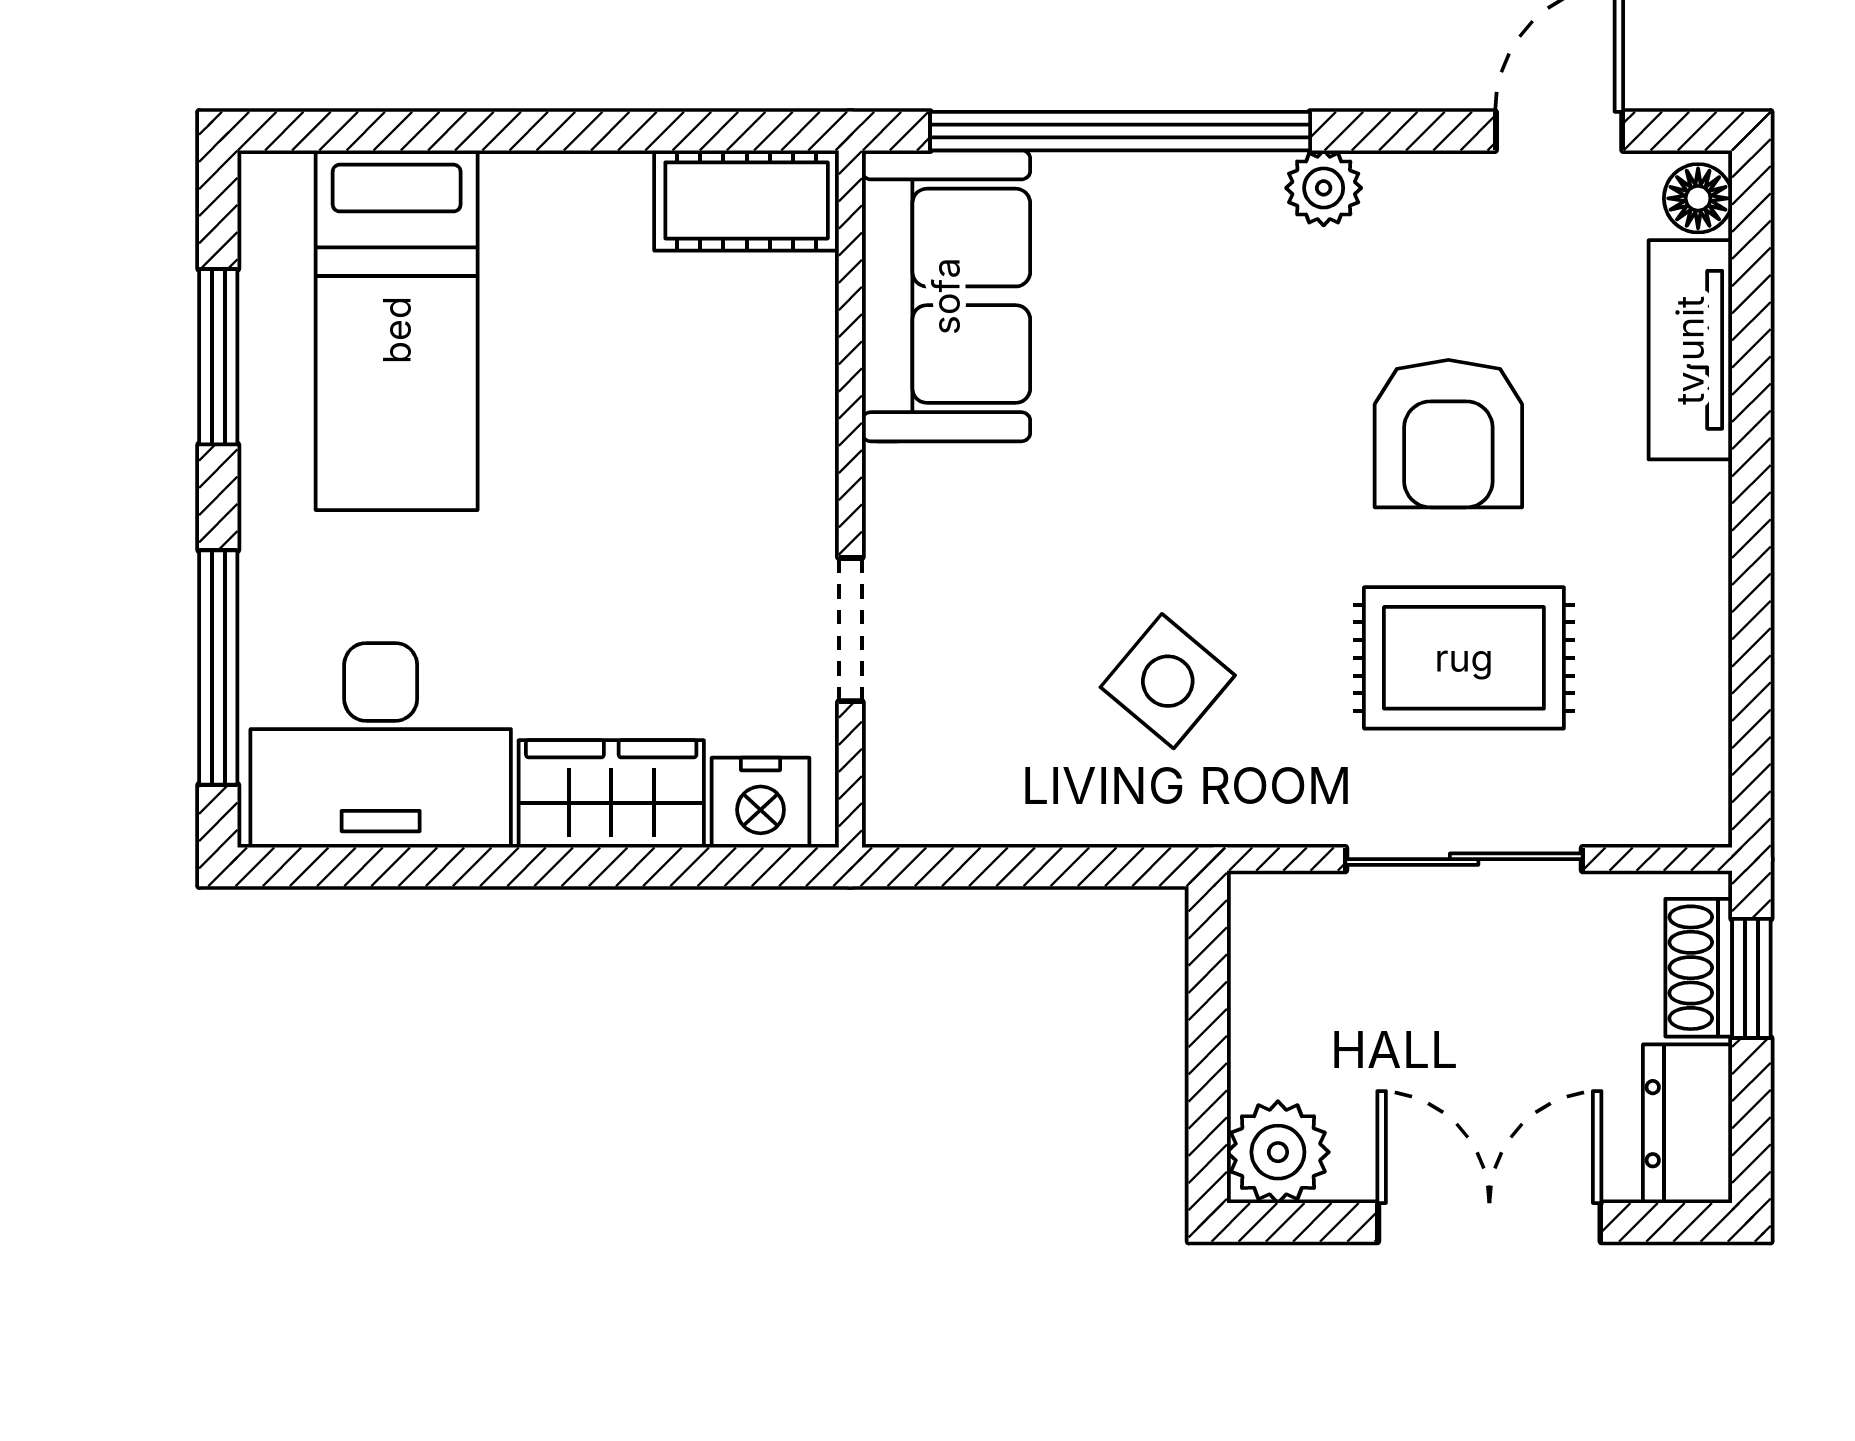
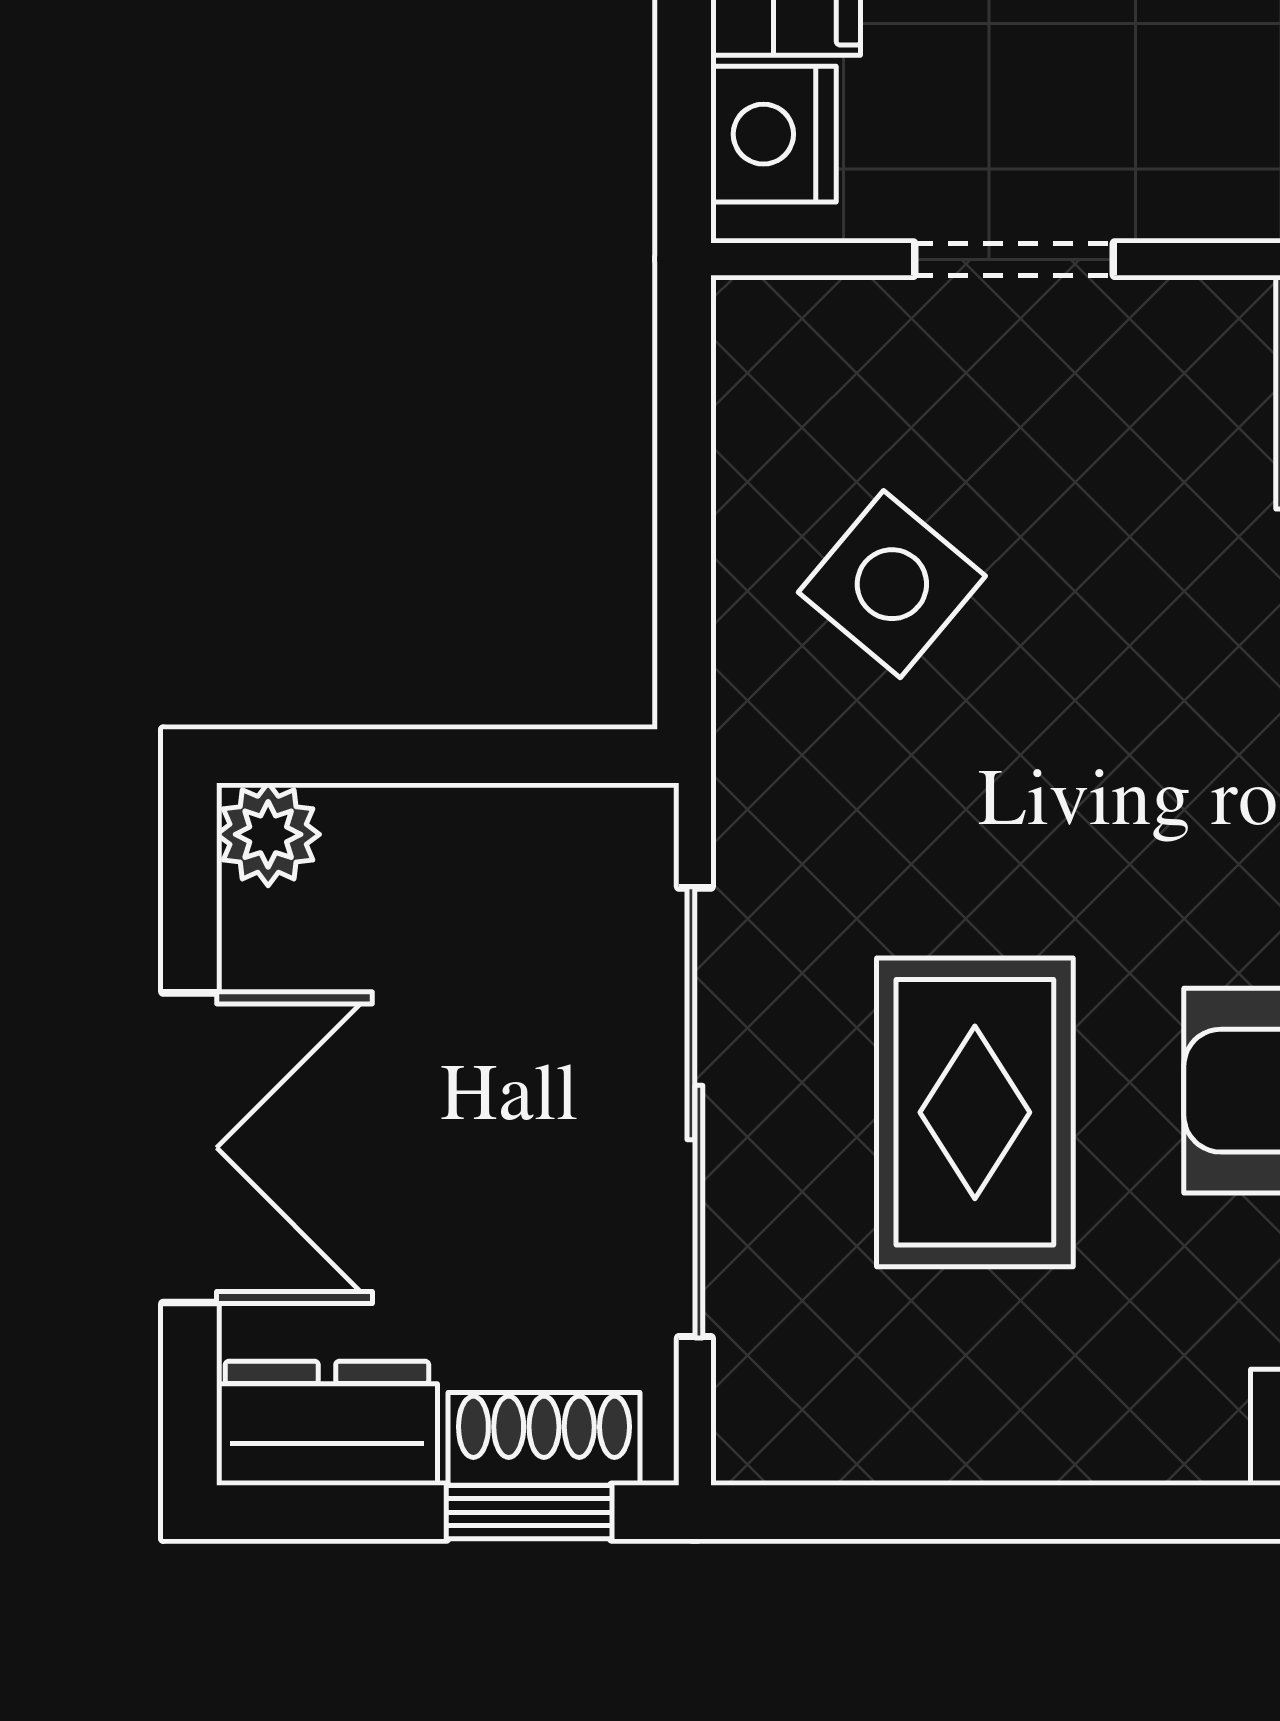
side table: (1168, 681) -> (892, 584), moved
sliding door: (1464, 859) -> (695, 1112), width x1.37
plant: (1278, 1152) -> (268, 834), width x0.73, depth x0.73

